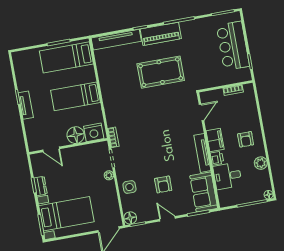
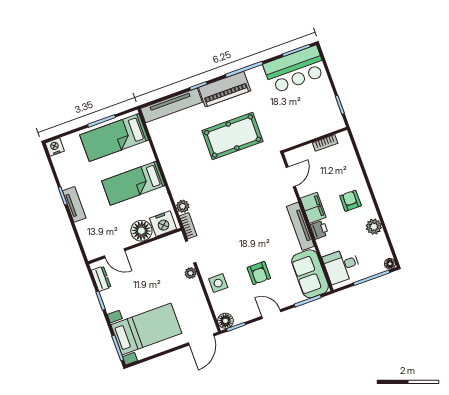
bar counter: (233, 46) -> (295, 69), moved, turned -90
nightstand: (18, 57) -> (55, 147), added
plant: (112, 121) -> (183, 206), added
armchair: (246, 139) -> (350, 201), turned 180
desk: (227, 176) -> (342, 266), moved
dresser: (40, 186) -> (101, 279), moved

